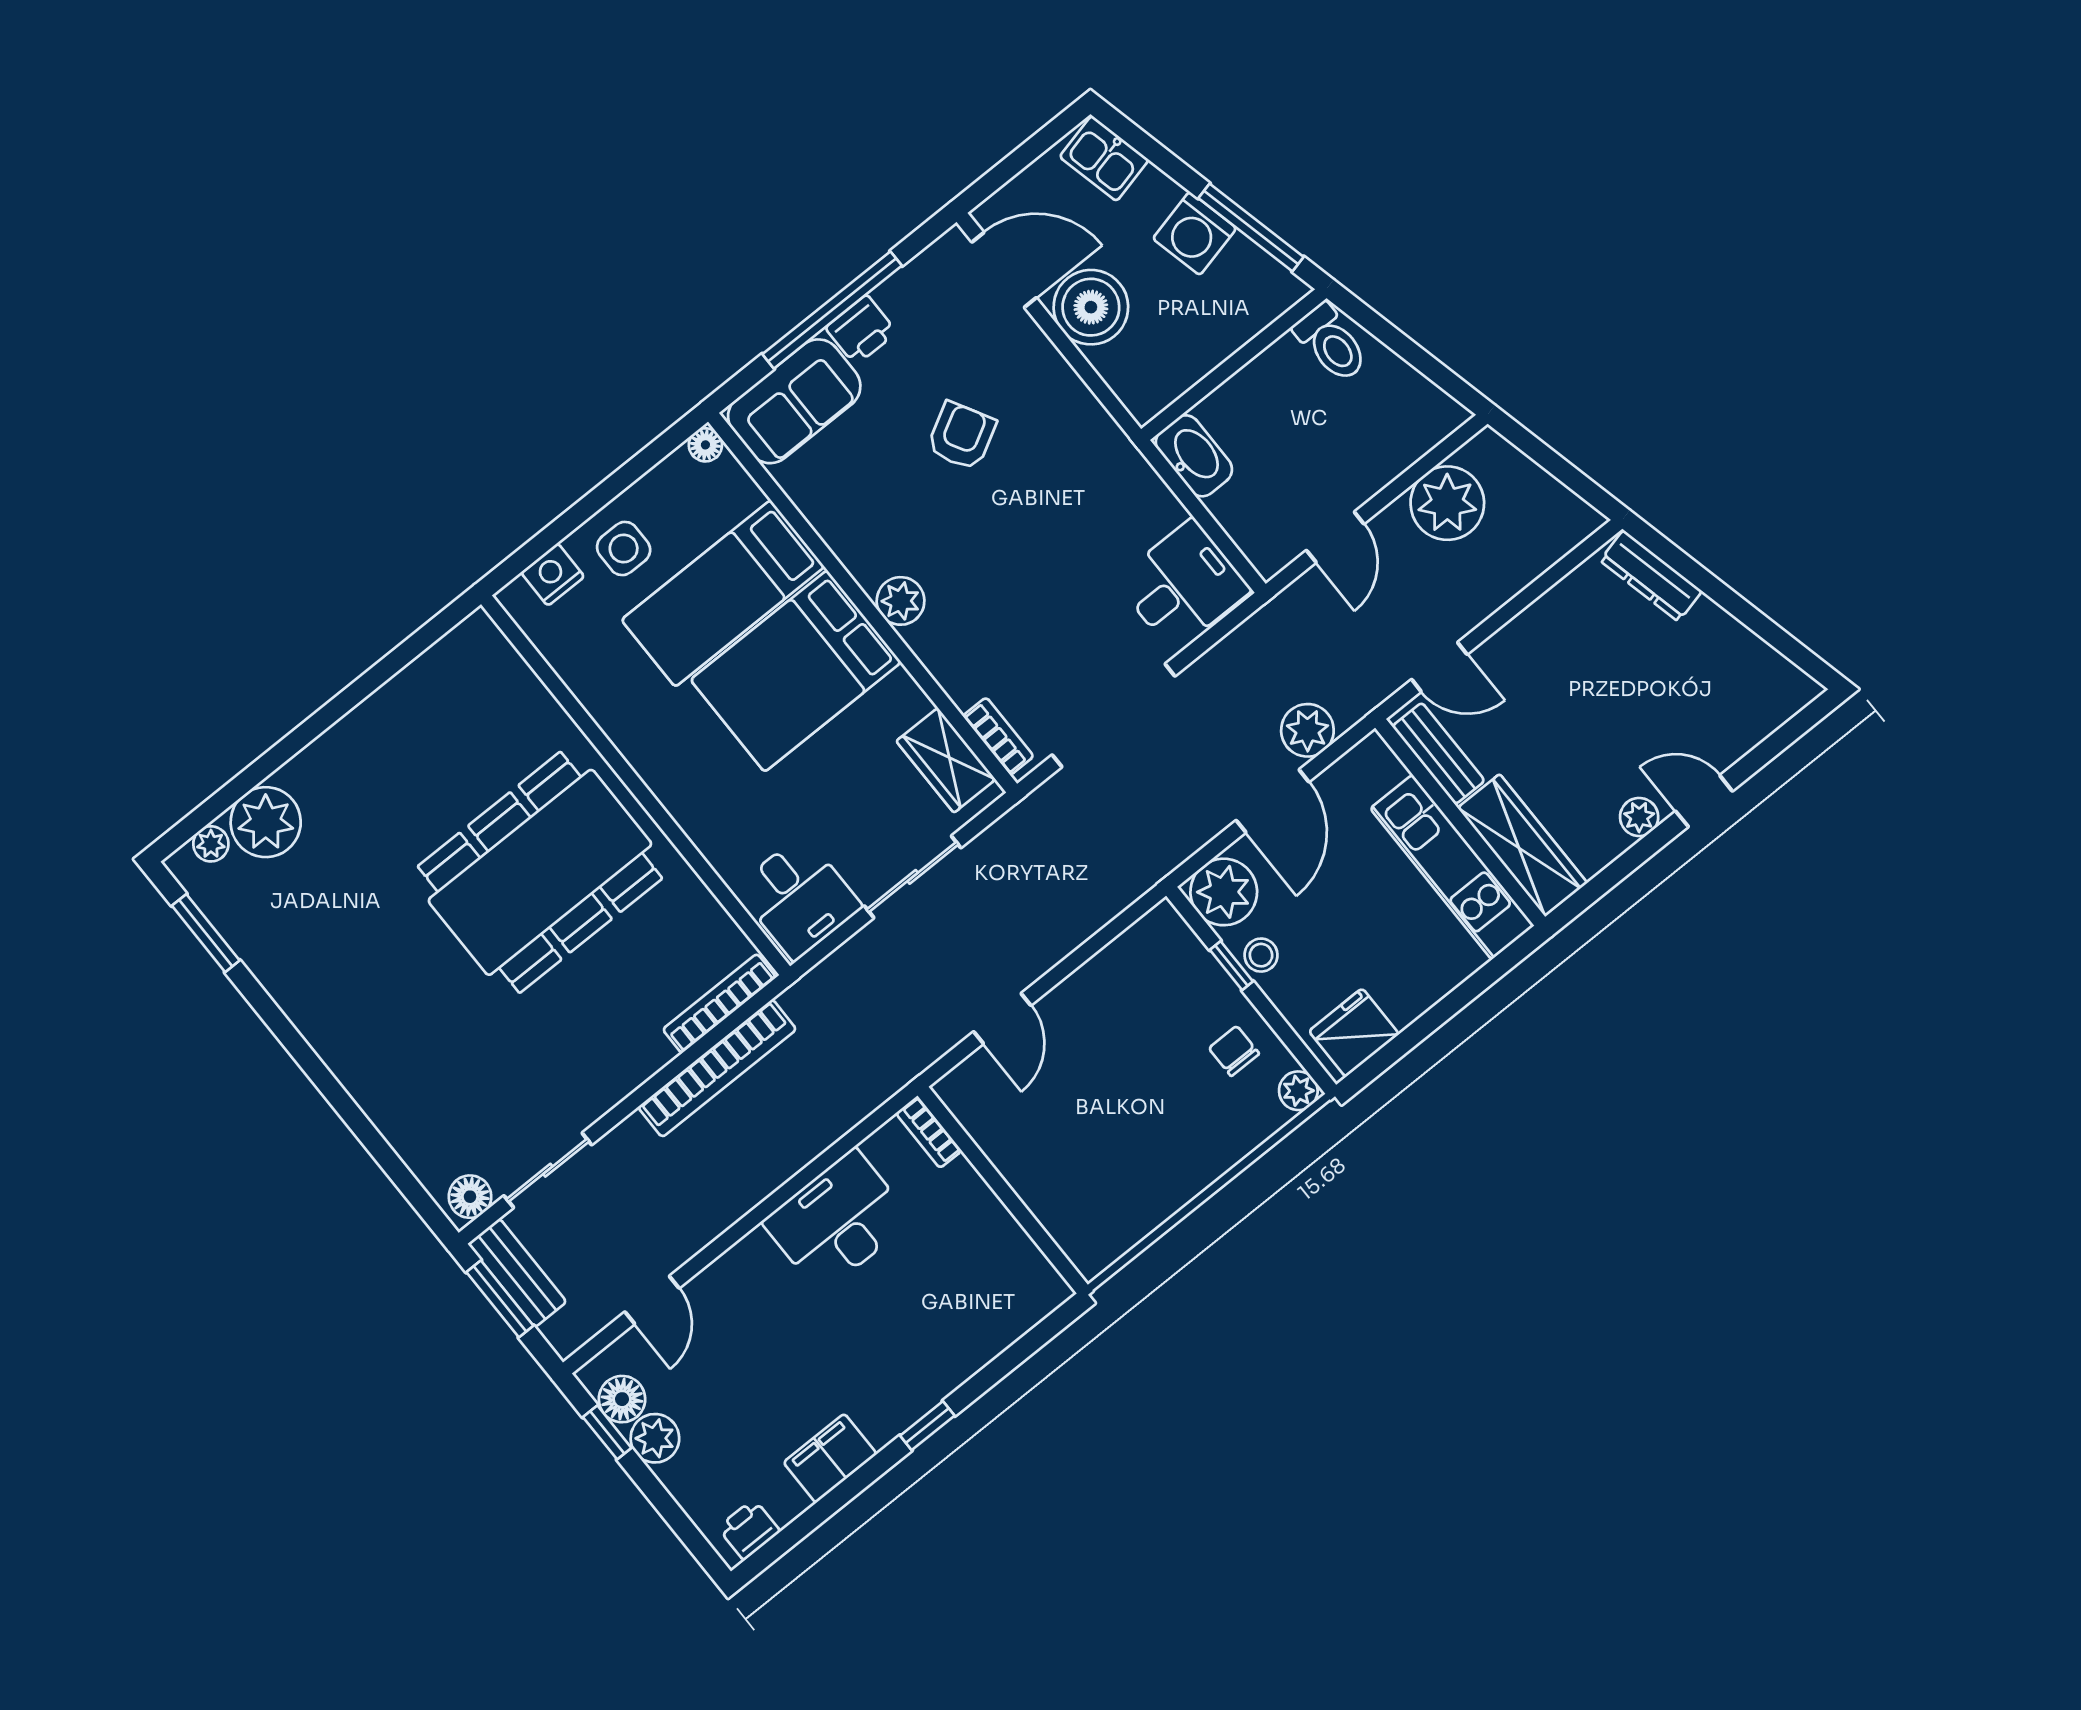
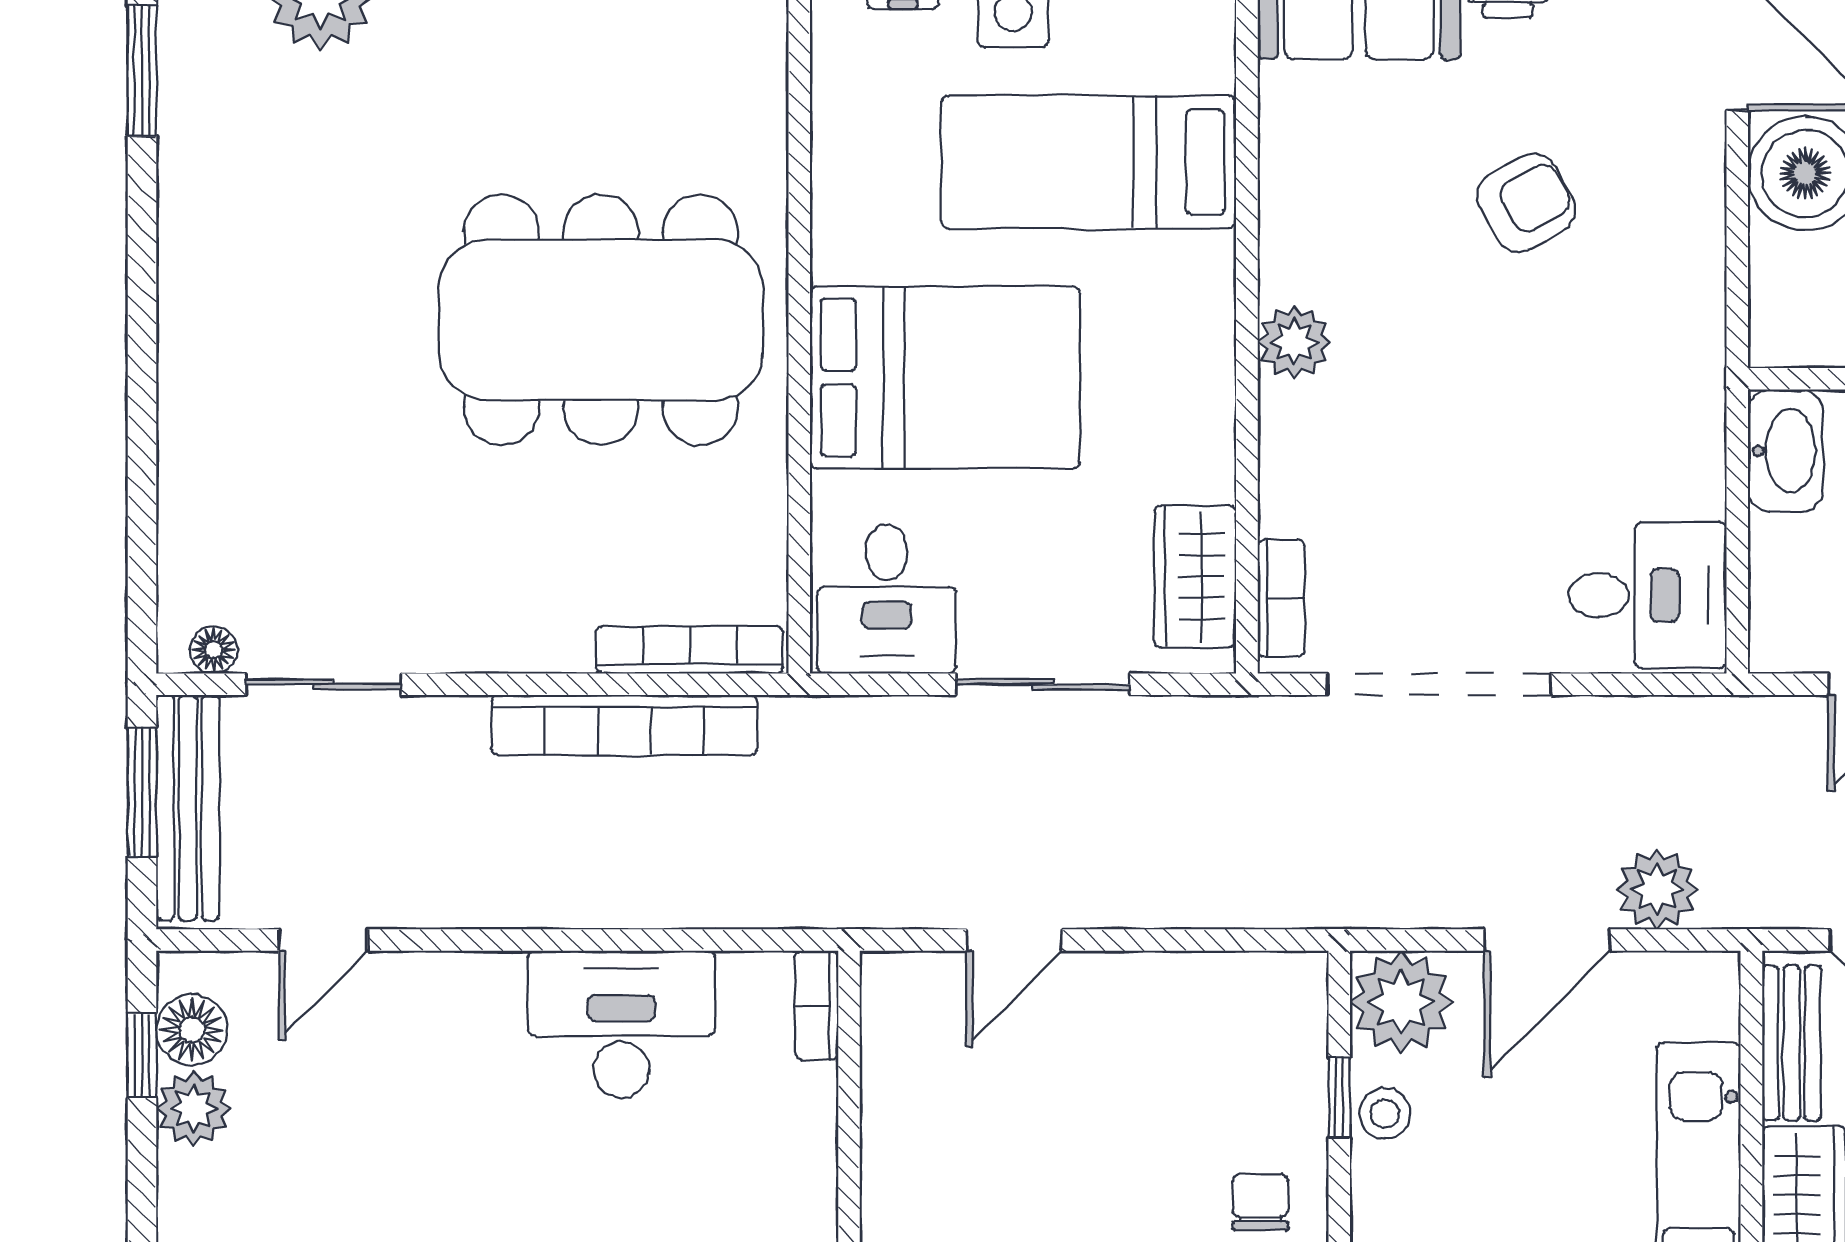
bed: (796, 671) -> (945, 377), moved, turned 180
floor lamp: (470, 1197) -> (214, 650), width x0.73, depth x0.73
bench: (517, 1273) -> (188, 808), width x1.36

